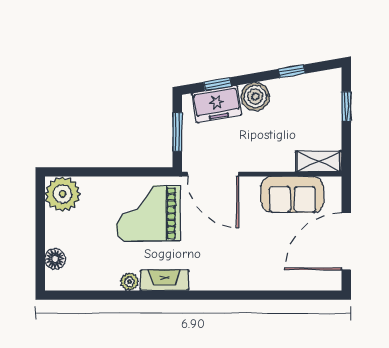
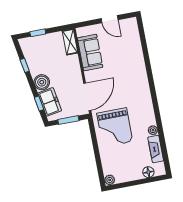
plant: (63, 194) -> (110, 180), width x0.53, depth x0.53
door: (346, 241) -> (110, 19), width x0.53
fireplace: (164, 280) -> (156, 149), moved

